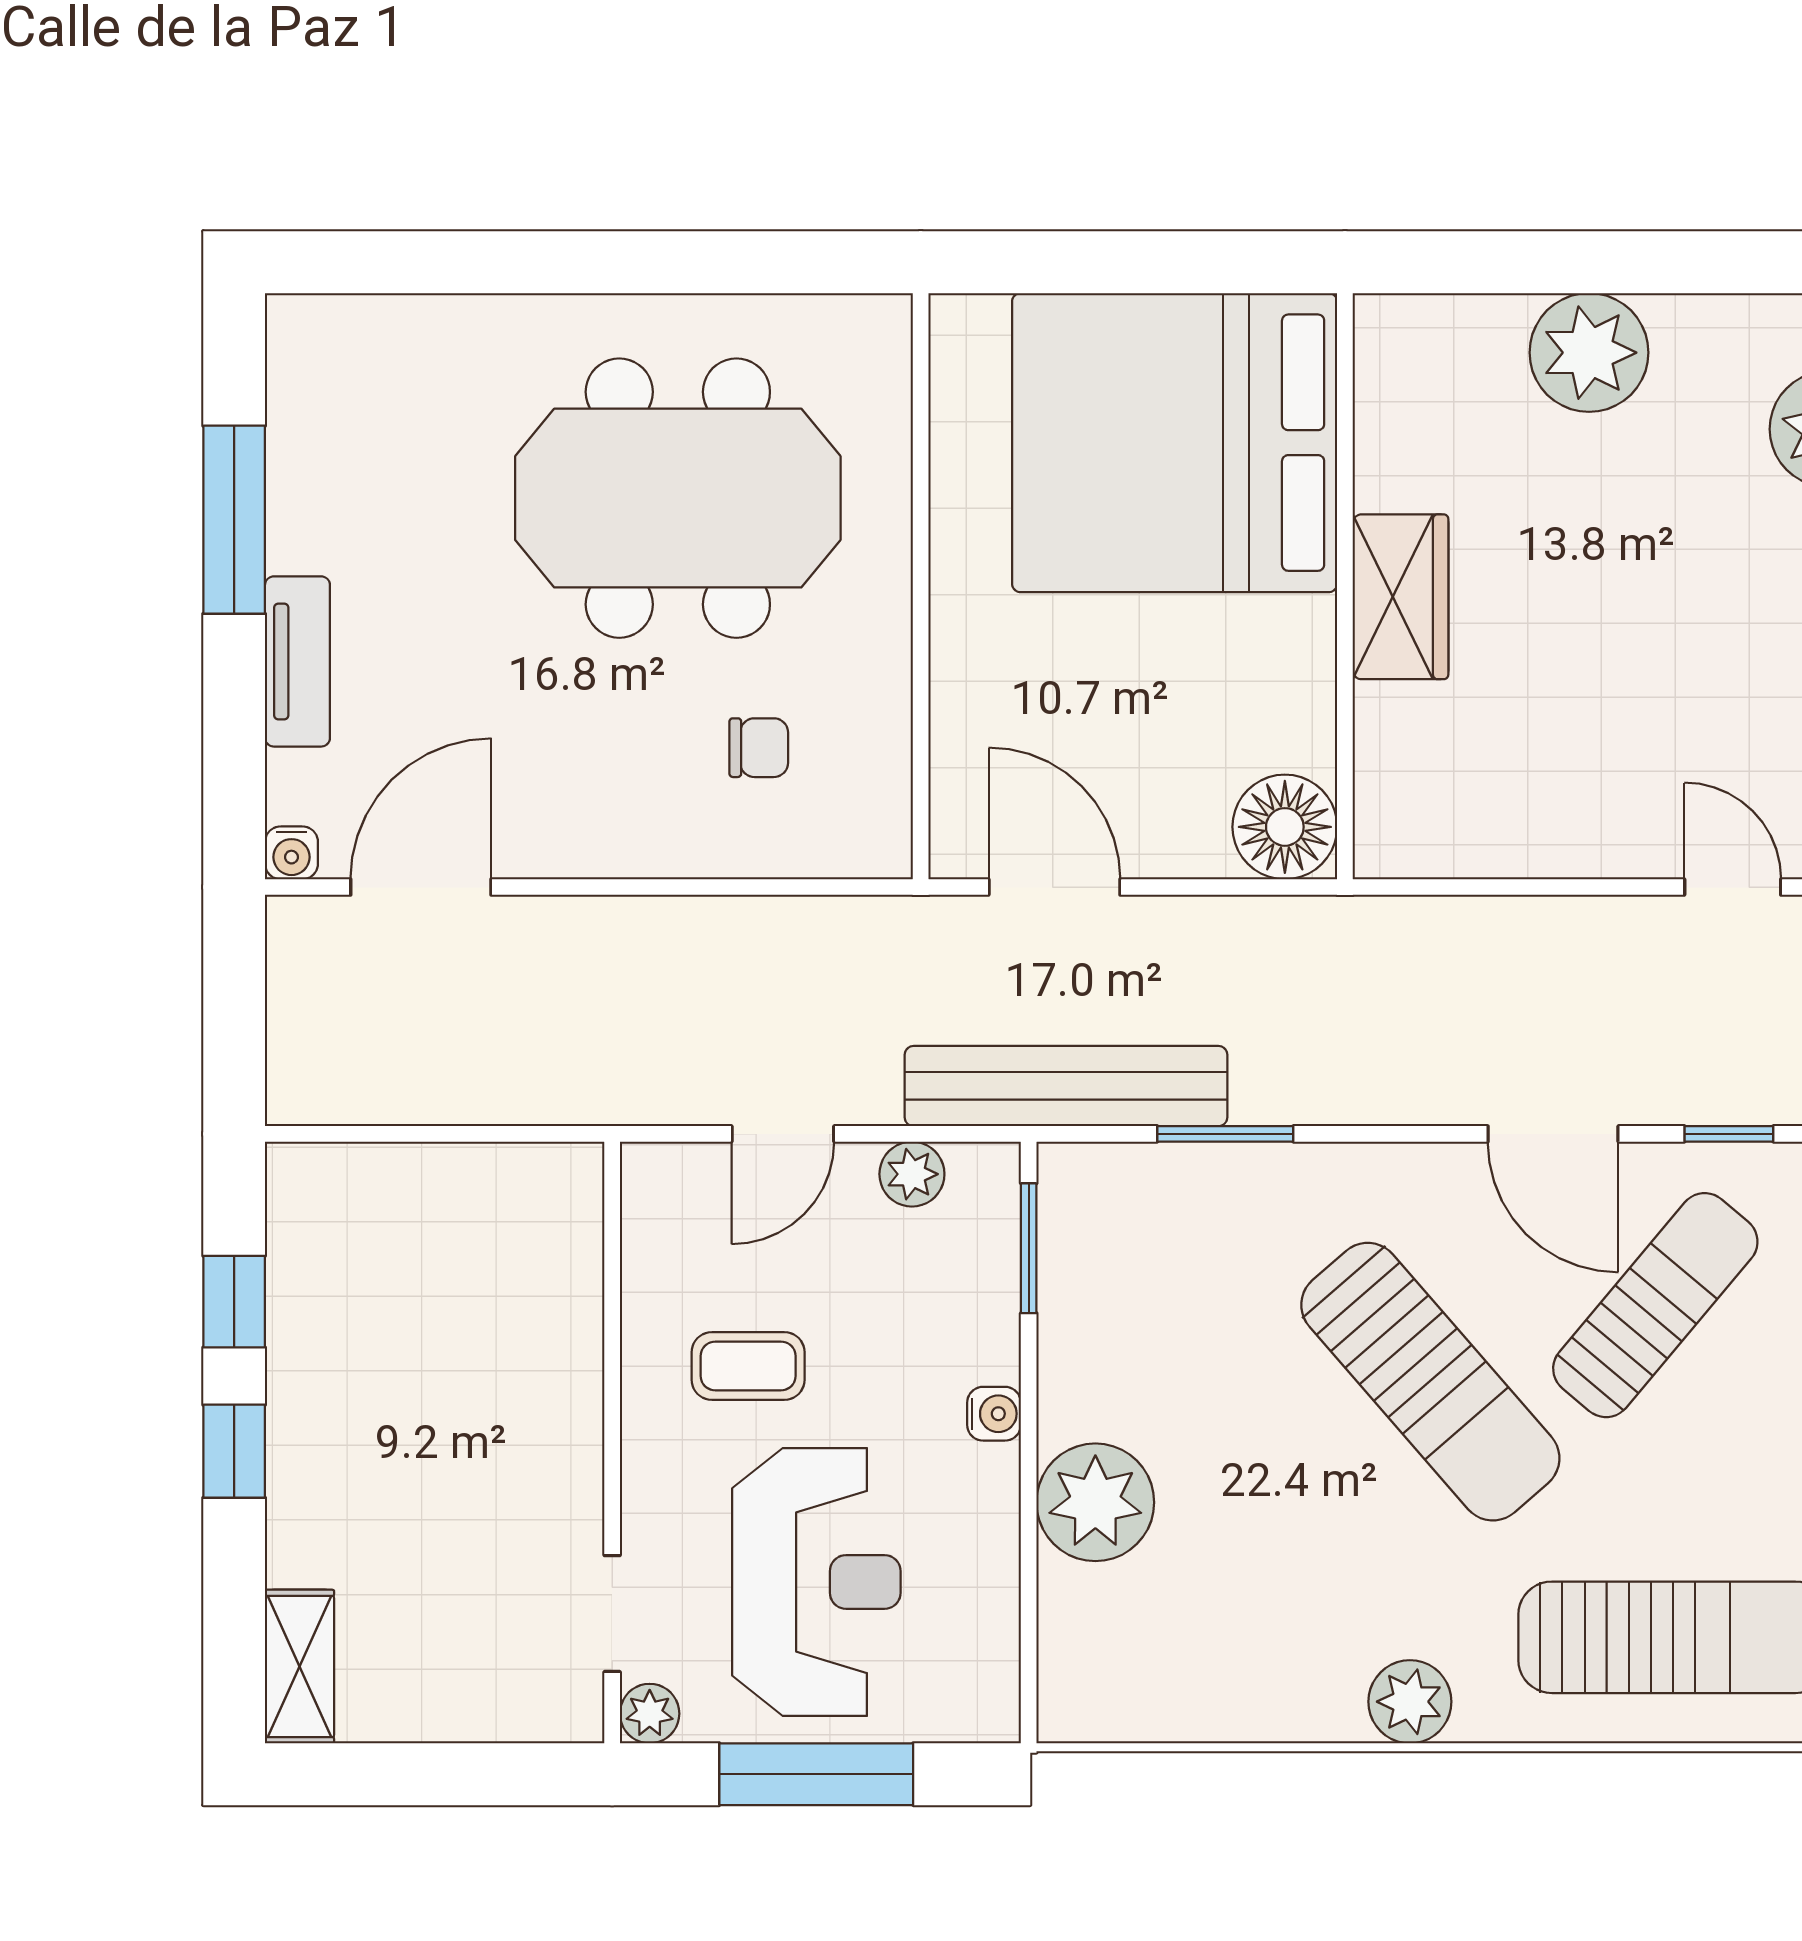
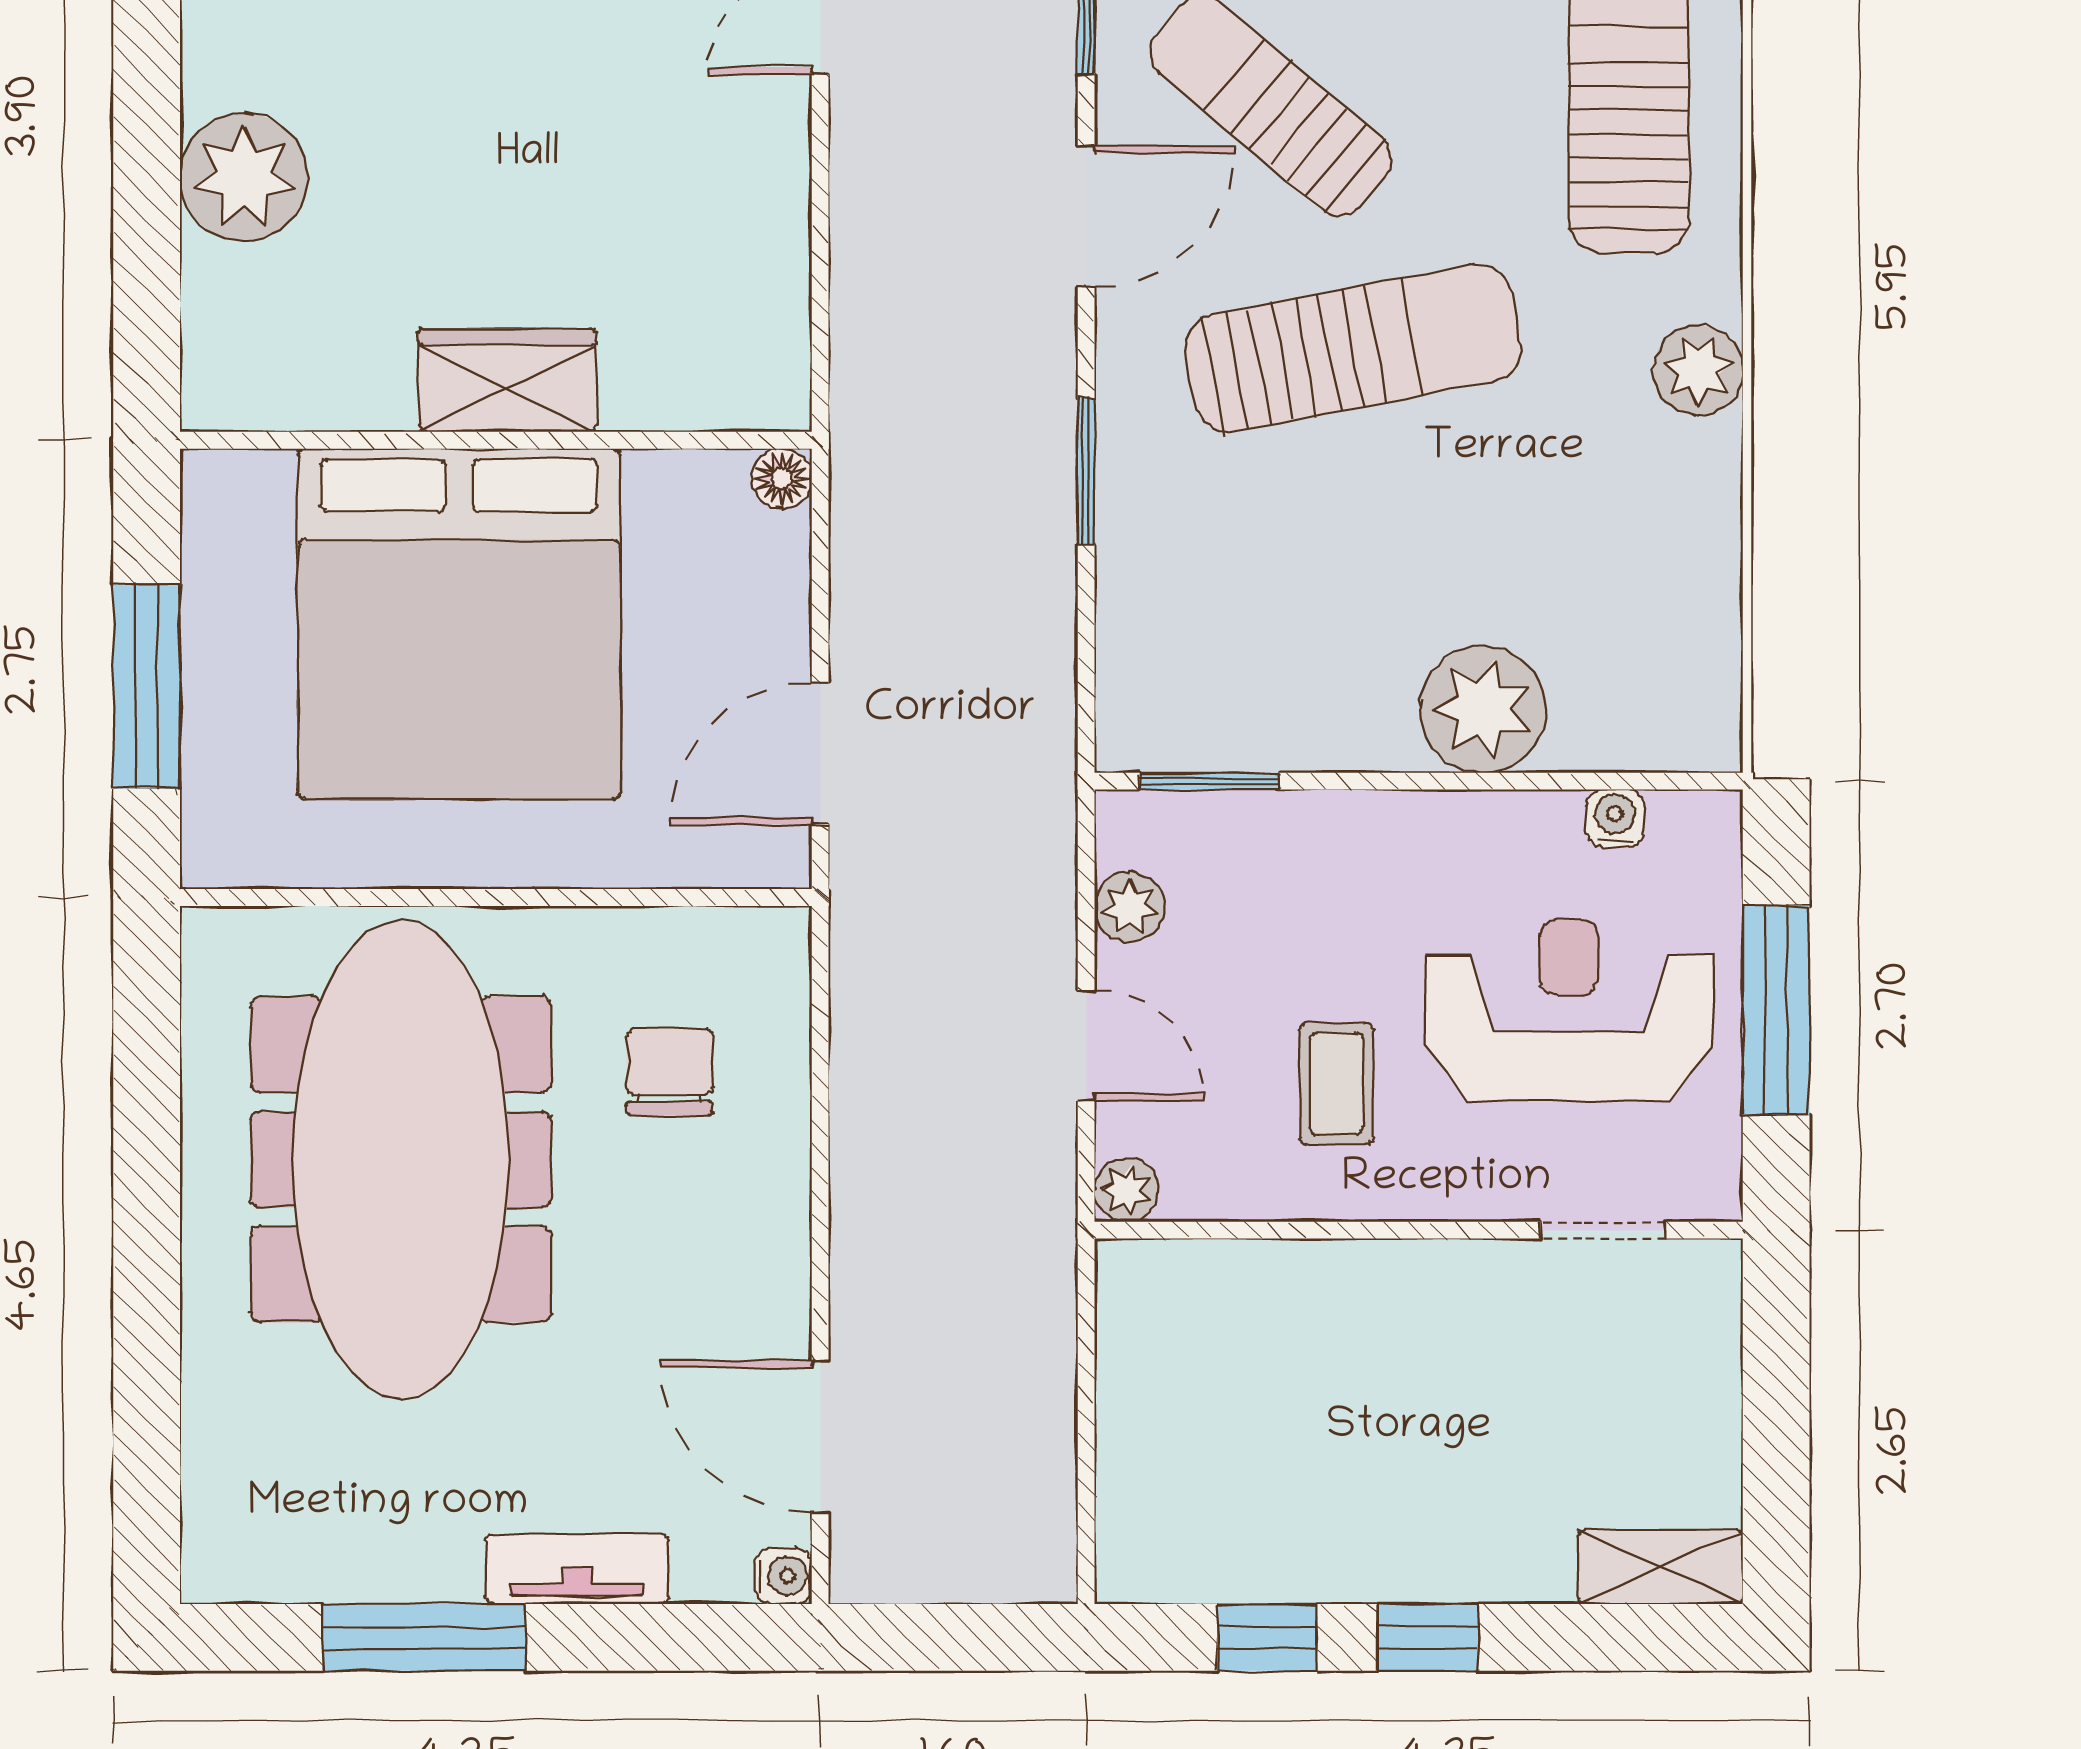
window: (1117, 262) -> (147, 686), added
bed: (1175, 443) -> (459, 624), moved
meeting table: (678, 498) -> (401, 1159), width x1.36
chair: (759, 748) -> (670, 1072), width x1.37, depth x1.37
floor lamp: (1285, 827) -> (782, 479), width x0.53, depth x0.53
bench: (1066, 1086) -> (1035, 741), removed
window: (1225, 1134) -> (1086, 471), moved
sun lounger: (1430, 1382) -> (1353, 348), turned 30
water cooler: (994, 1414) -> (1615, 818), moved
plant: (650, 1714) -> (1126, 1190), moved

